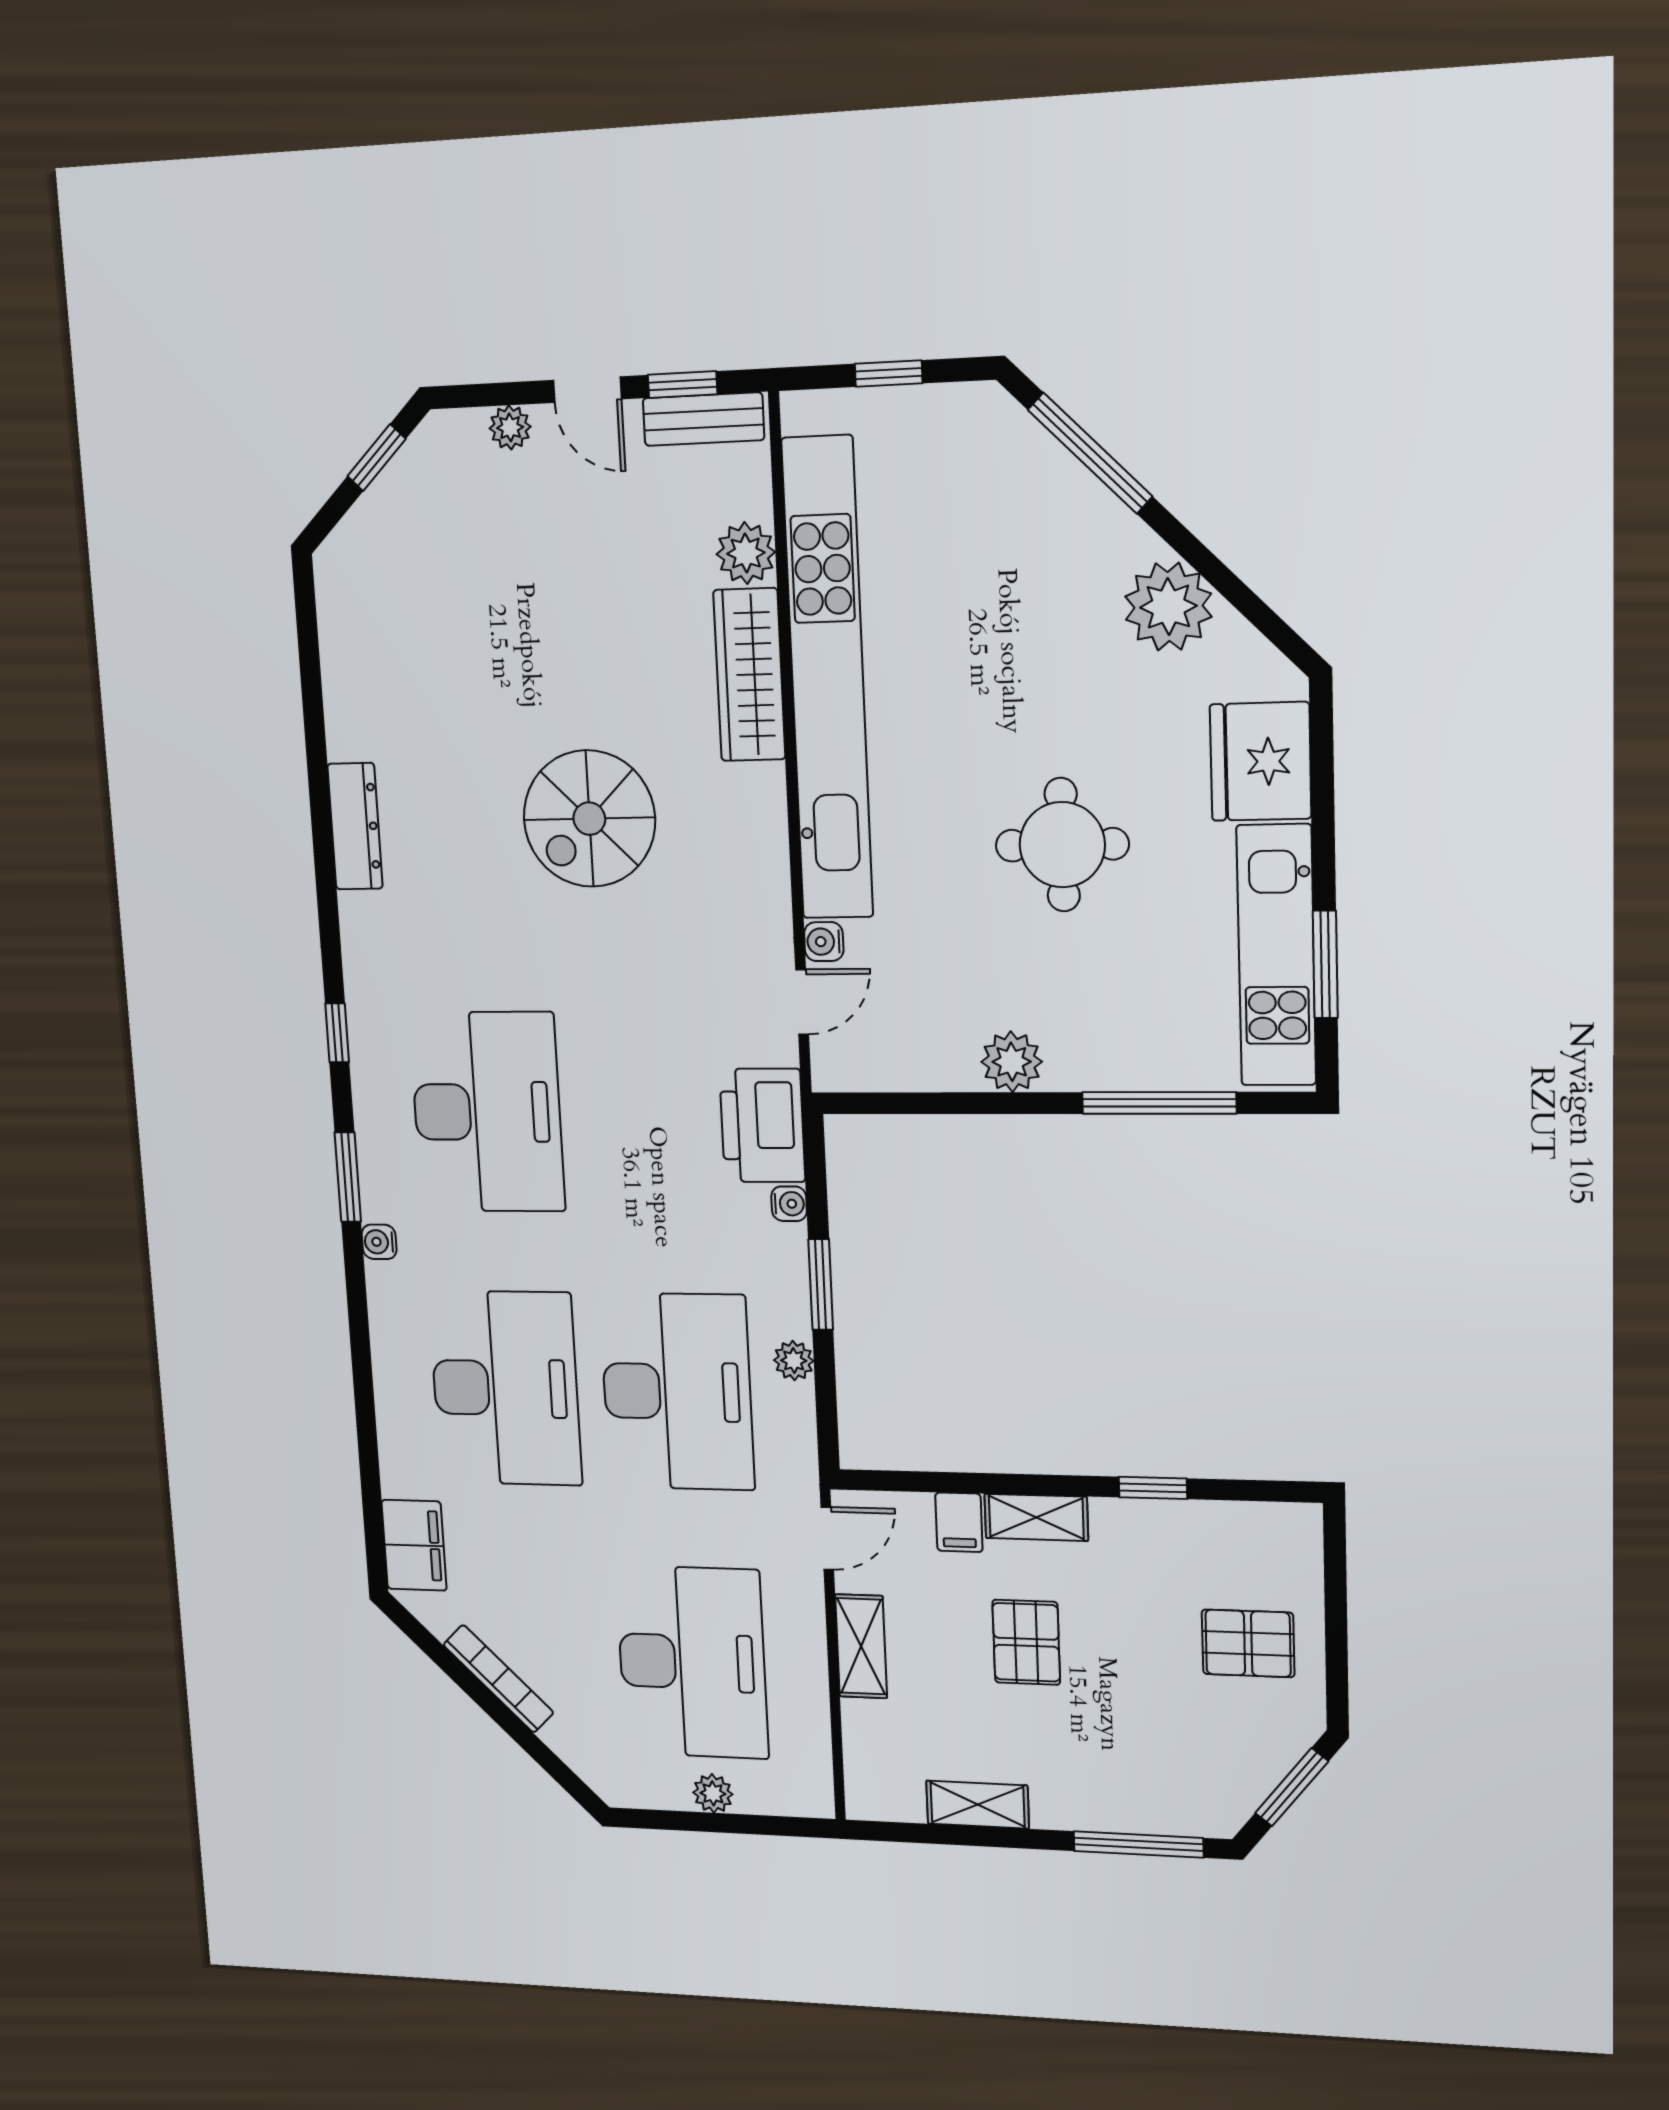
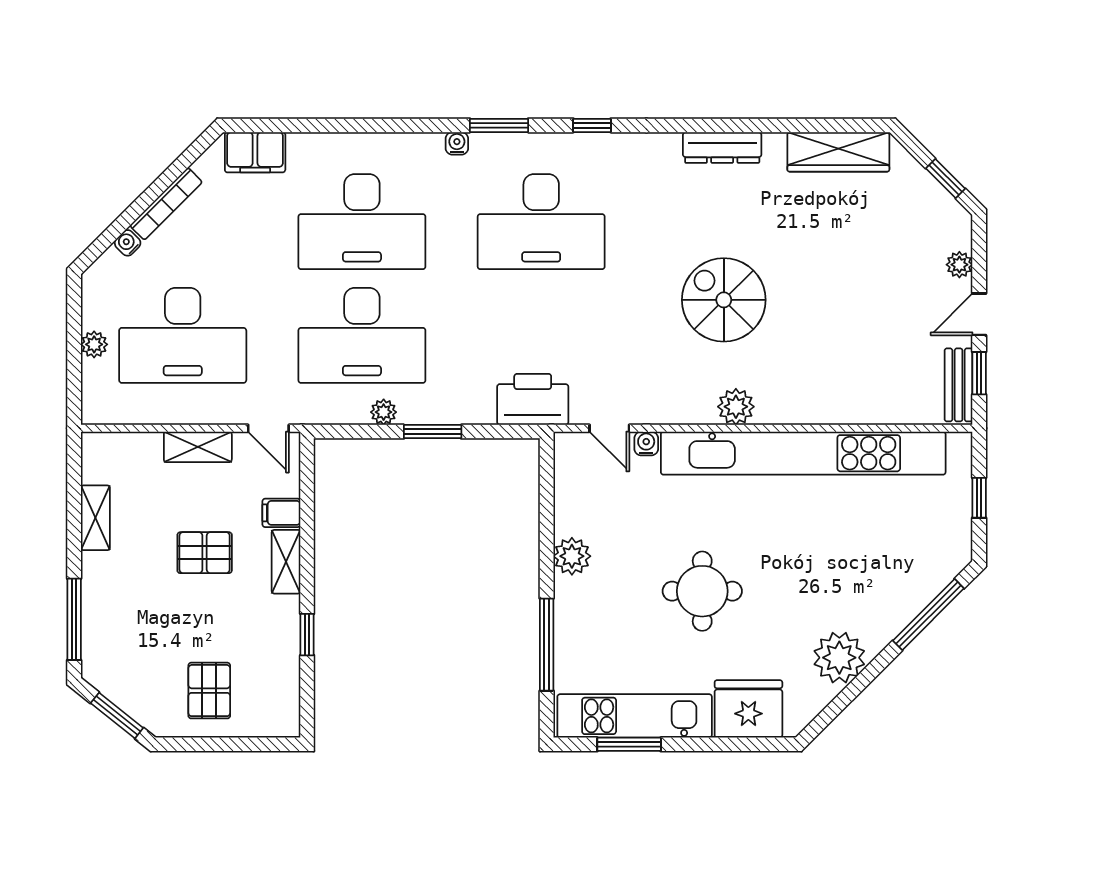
plant: (746, 553) -> (736, 407), moved
wardrobe: (749, 675) -> (838, 152), moved, turned 180
water cooler: (789, 1204) -> (128, 243), moved, turned 135

